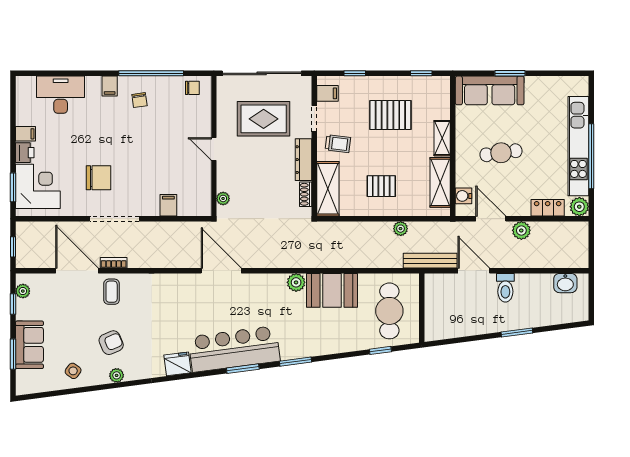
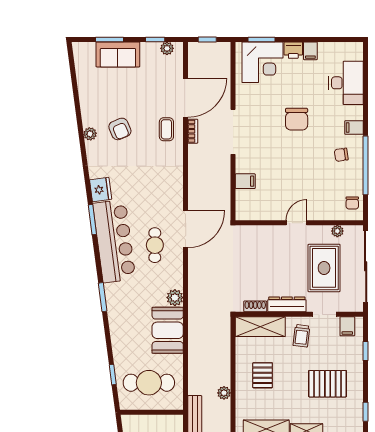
pallet: (390, 115) -> (328, 384), turned 90
chair: (98, 178) -> (297, 119), moved
plant: (223, 198) -> (337, 231), moved
coffee table: (112, 292) -> (166, 129), turned 90
cafe table: (239, 304) -> (155, 245), added
window: (243, 369) -> (92, 220), moved
side table: (73, 371) -> (94, 94), removed

